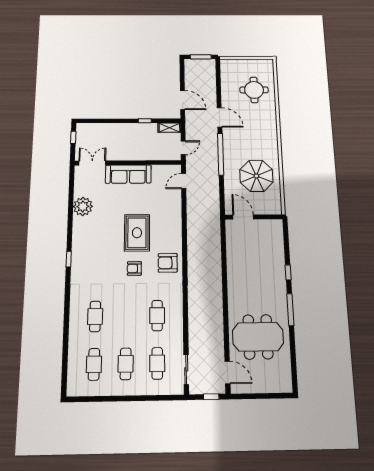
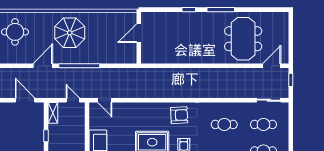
door: (183, 100) -> (25, 100), hinge flipped
parasol: (256, 176) -> (70, 33), moved
door: (243, 217) -> (139, 33), moved
armchair: (168, 263) -> (179, 115), turned -93

